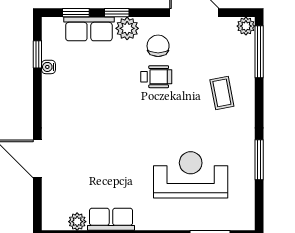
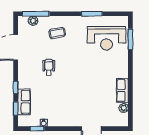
plant: (246, 26) -> (33, 21), moved
plant: (127, 28) -> (24, 82), removed
chair: (158, 46) -> (33, 66), removed
reception desk: (191, 175) -> (107, 38), moved, turned -90

